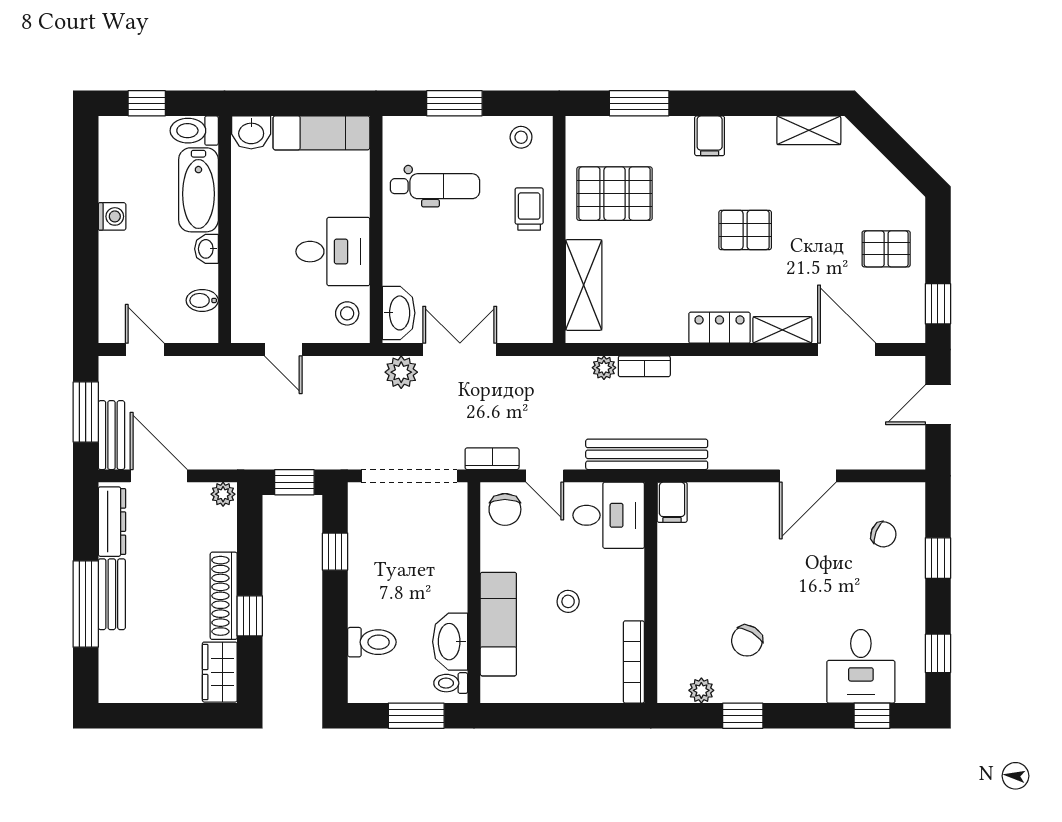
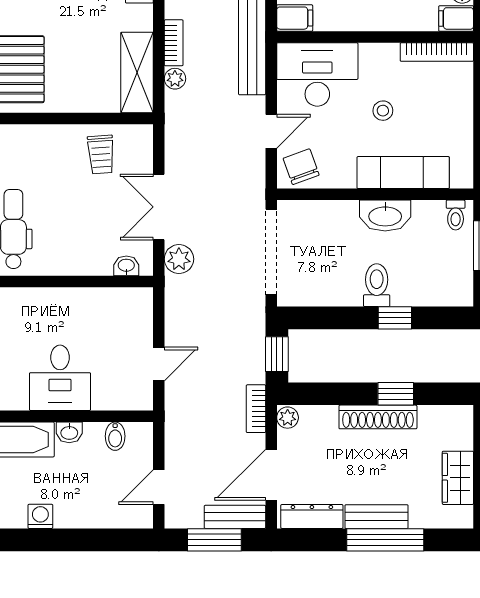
trolley: (529, 209) -> (101, 155), moved, turned -94
desk: (333, 252) -> (60, 378), moved, turned 180
shelving: (584, 285) -> (137, 72), moved, turned 90
stool: (347, 313) -> (127, 307), removed
washbasin: (399, 313) -> (126, 266), width x0.52, depth x0.69
bookcase: (492, 459) -> (256, 409), moved
chair: (505, 509) -> (301, 167), turned -110
desk: (609, 515) -> (317, 74), width x1.37
window: (335, 552) -> (395, 318), moved
toilet: (372, 642) -> (377, 285), moved
washbasin: (450, 642) -> (385, 215), moved
wardrobe: (220, 672) -> (458, 478), moved, turned 90
filing cabinet: (672, 684) -> (456, 18), added

